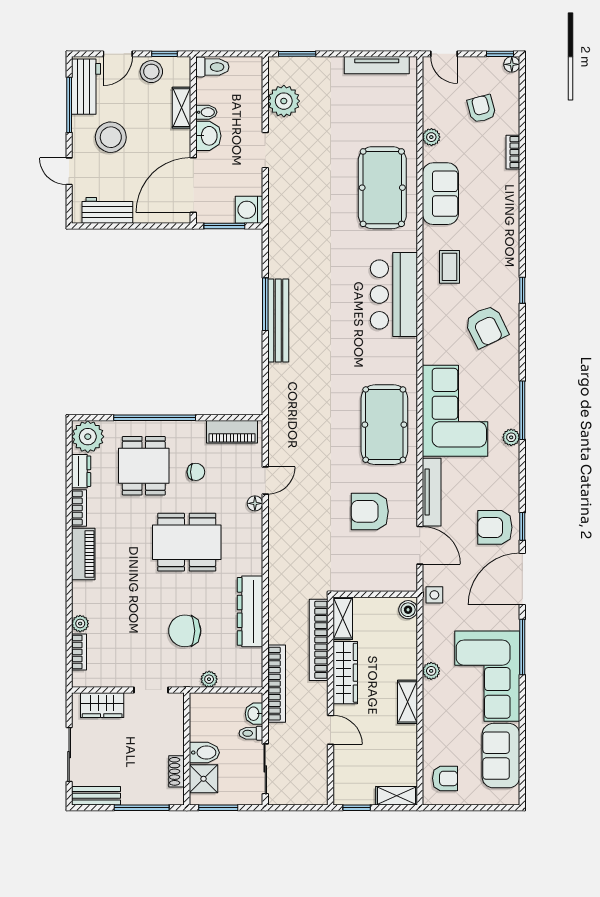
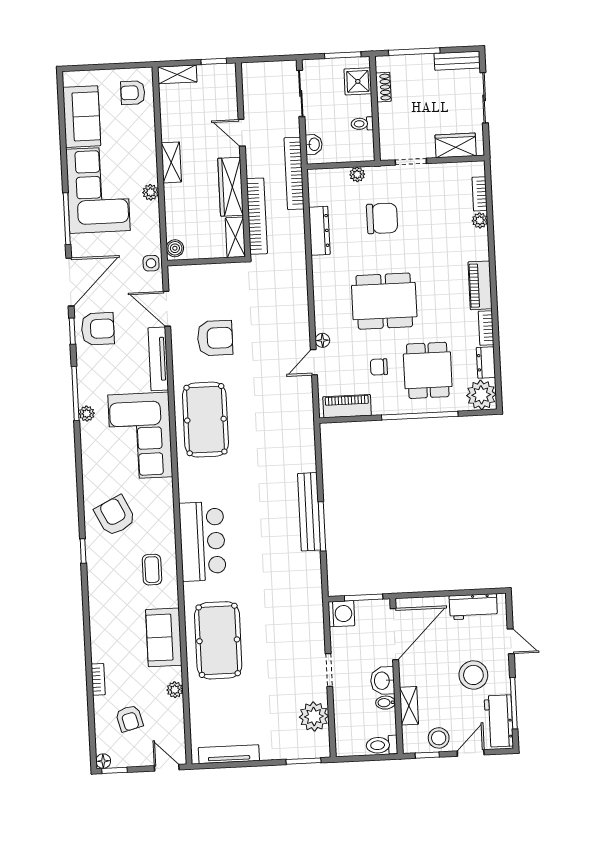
window: (522, 410) -> (75, 394), moved
dresser: (250, 611) -> (319, 231), width x0.73, depth x0.80
toilet: (251, 733) -> (362, 124), moved, turned 180
bidet: (204, 753) -> (358, 106), removed

